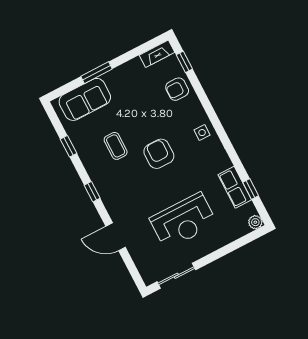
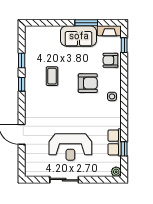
window: (96, 73) -> (86, 23), moved
sofa: (85, 99) -> (79, 36), moved
armchair: (159, 154) -> (88, 83), moved, turned 90
window: (92, 192) -> (22, 84), moved
sliding door: (176, 276) -> (64, 180), moved

